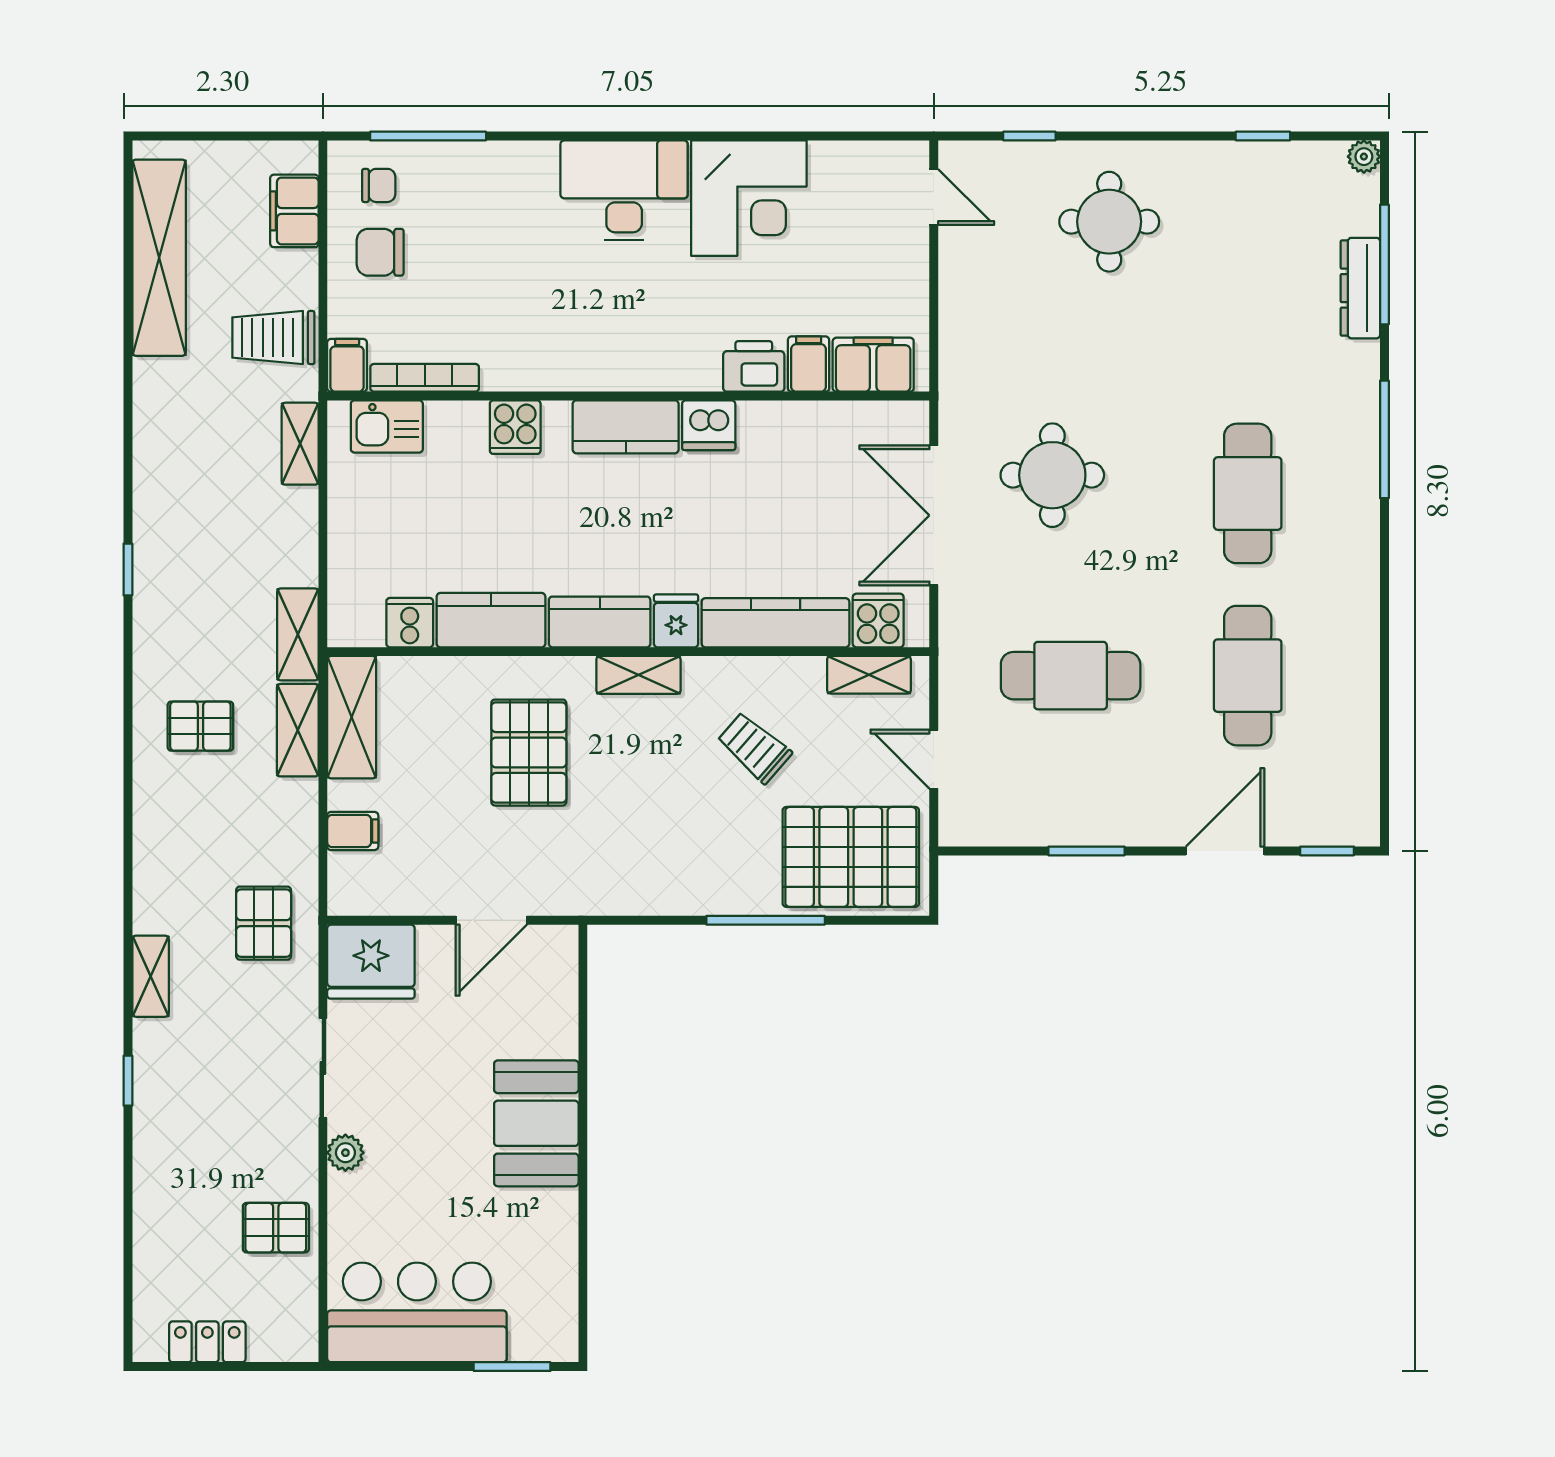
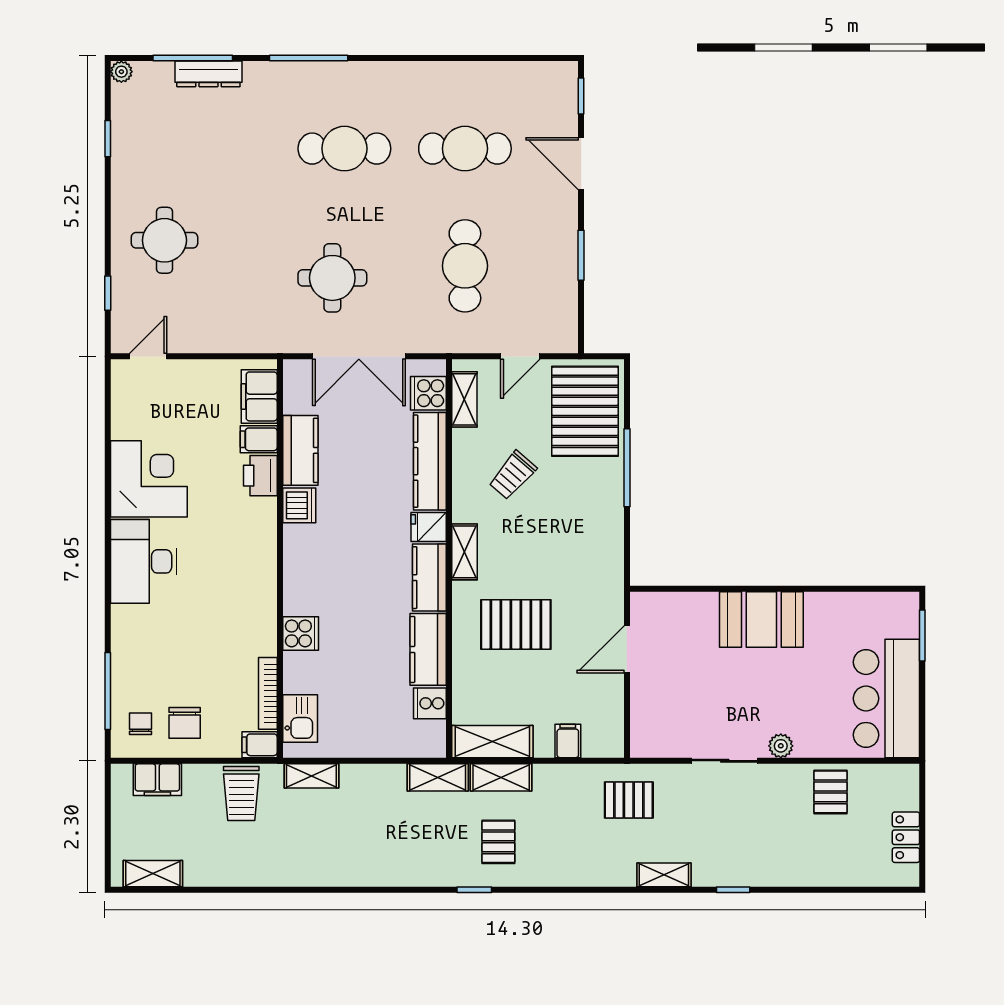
shelving: (159, 258) -> (153, 874), width x0.45, depth x0.75
kitchen counter: (626, 427) -> (300, 450), moved
window: (128, 570) -> (474, 890), moved
door: (491, 920) -> (627, 649), swing flipped
fridge: (371, 962) -> (654, 729), removed

